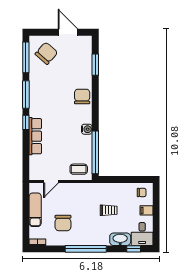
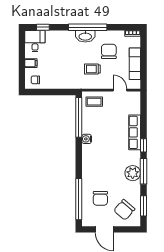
window: (26, 57) -> (143, 206), width x0.69
window: (95, 65) -> (79, 199), width x2.11
plant: (37, 93) -> (133, 173), added
chair: (82, 96) -> (100, 198), moved
door: (51, 182) -> (120, 90), hinge flipped
trolley: (109, 210) -> (92, 69), moved
washbasin: (120, 239) -> (85, 36), moved

